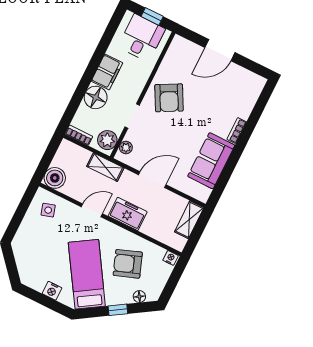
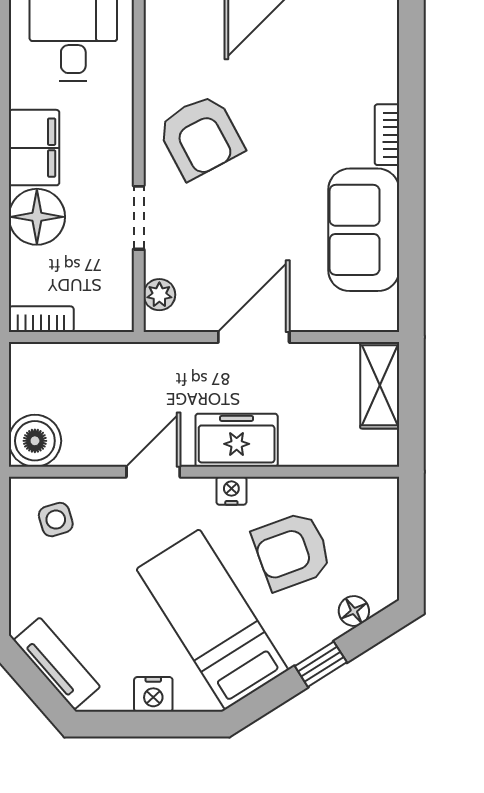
plant: (107, 140) -> (110, 299), removed
shelving: (105, 167) -> (135, 361), removed
nightstand: (171, 258) -> (231, 491), moved
tv unit: (23, 262) -> (57, 663), added

